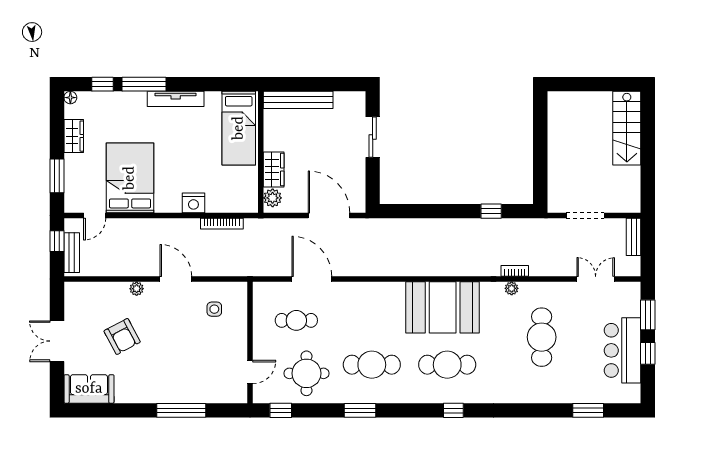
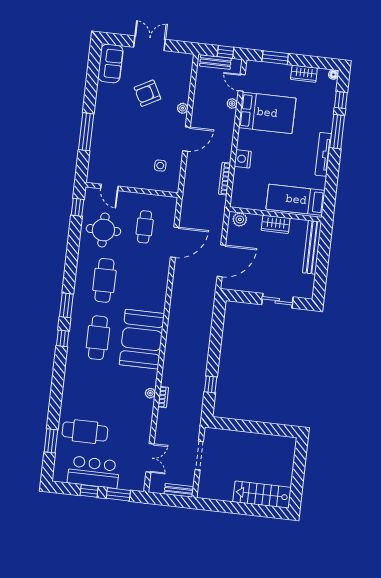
wardrobe: (274, 169) -> (276, 224), moved
plant: (123, 225) -> (232, 104), added
cafe table: (542, 337) -> (85, 432), moved
window: (360, 410) -> (66, 305), moved

